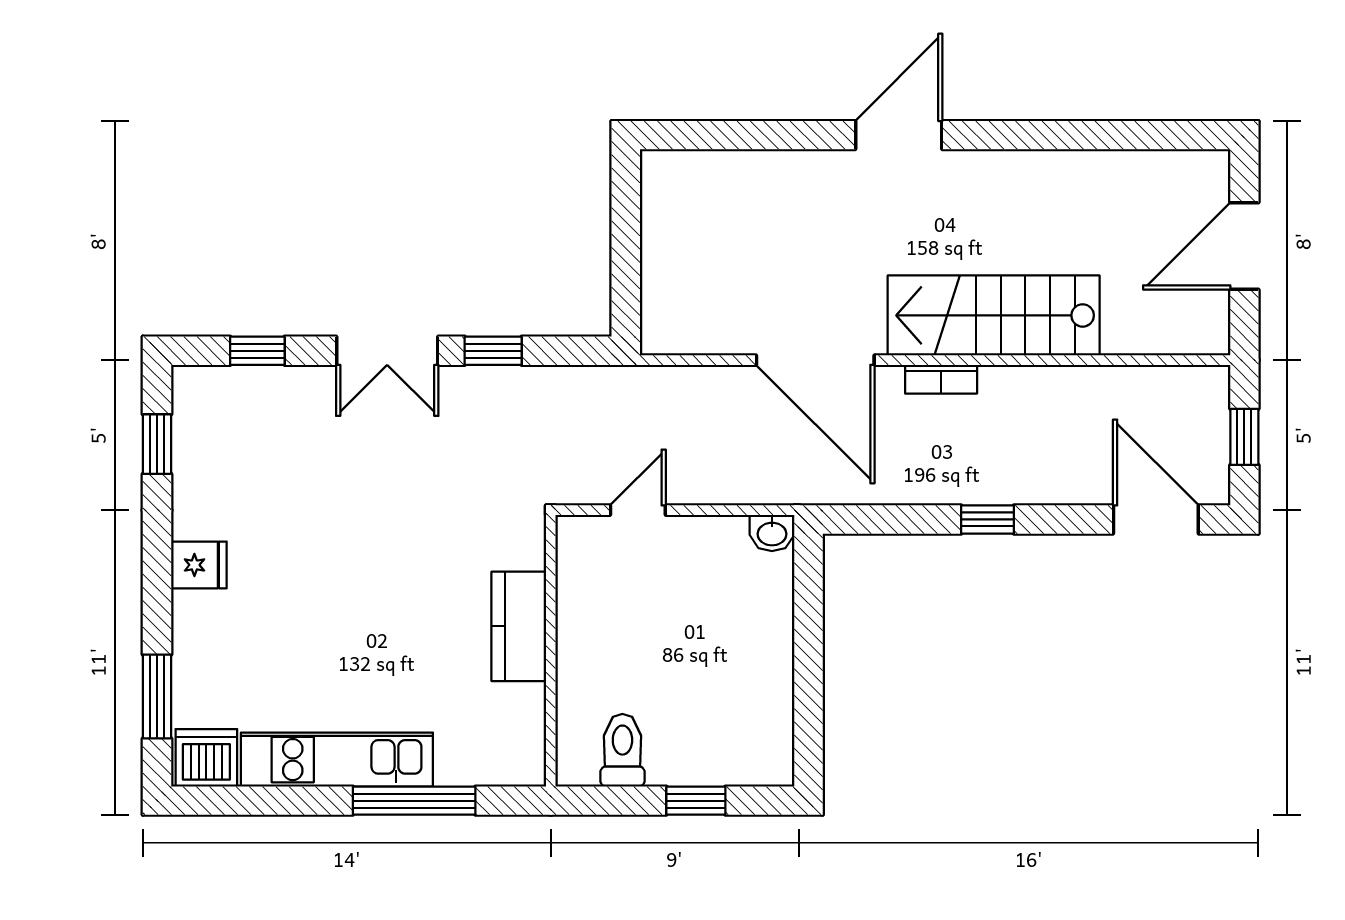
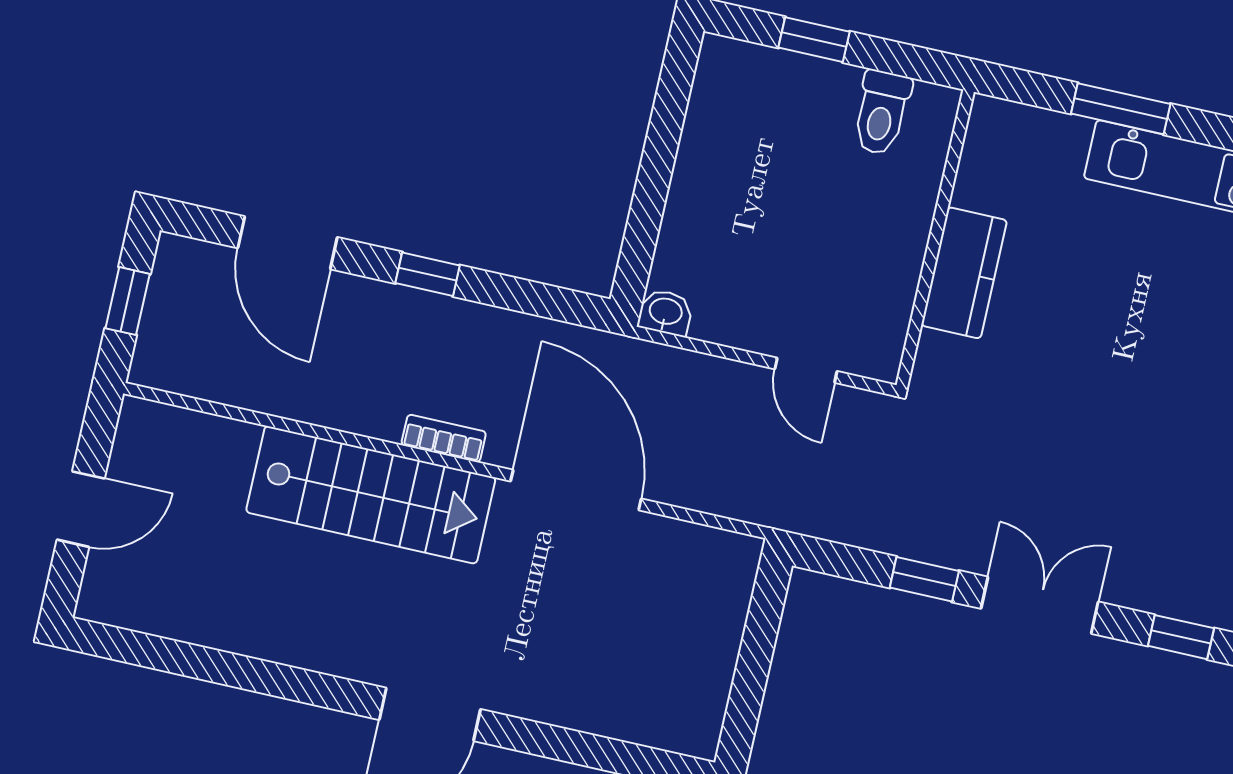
door: (1244, 246) -> (81, 509), width x0.73
door: (638, 510) -> (806, 370), hinge flipped
door: (1156, 519) -> (287, 243), moved
window: (414, 801) -> (1121, 109), width x0.69

